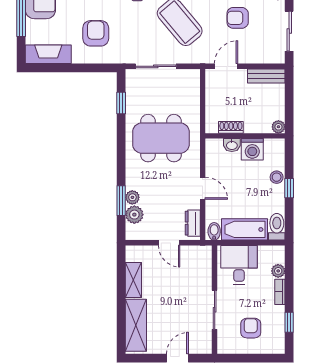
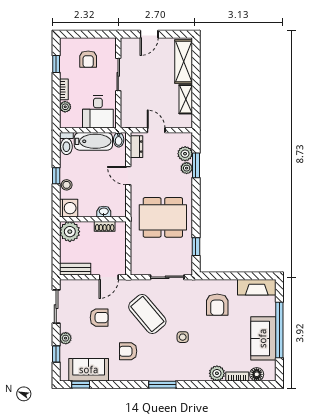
plant: (278, 127) -> (70, 232), width x1.88, depth x1.88
washing machine: (252, 149) -> (69, 208), moved, turned 90

